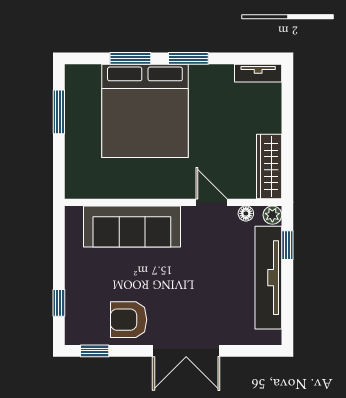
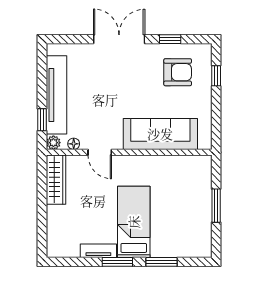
tv unit: (258, 73) -> (98, 251), moved
bed: (145, 111) -> (134, 222), width x0.49
window: (59, 112) -> (216, 206), moved
armchair: (129, 320) -> (178, 72), moved
window: (95, 351) -> (170, 39), moved

